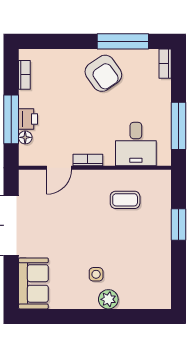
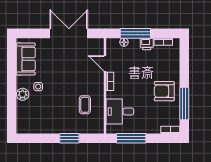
armchair: (103, 73) -> (164, 91), turned 35
printer: (28, 119) -> (147, 44), moved
sofa: (33, 283) -> (26, 59), moved, turned -90

